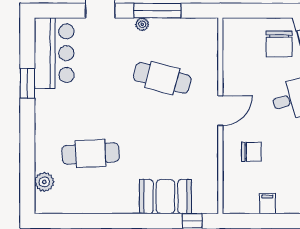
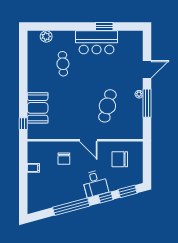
chair: (279, 44) -> (120, 159), moved
bar counter: (54, 53) -> (97, 42), moved
cafe table: (91, 153) -> (63, 64), width x0.73, depth x0.74

